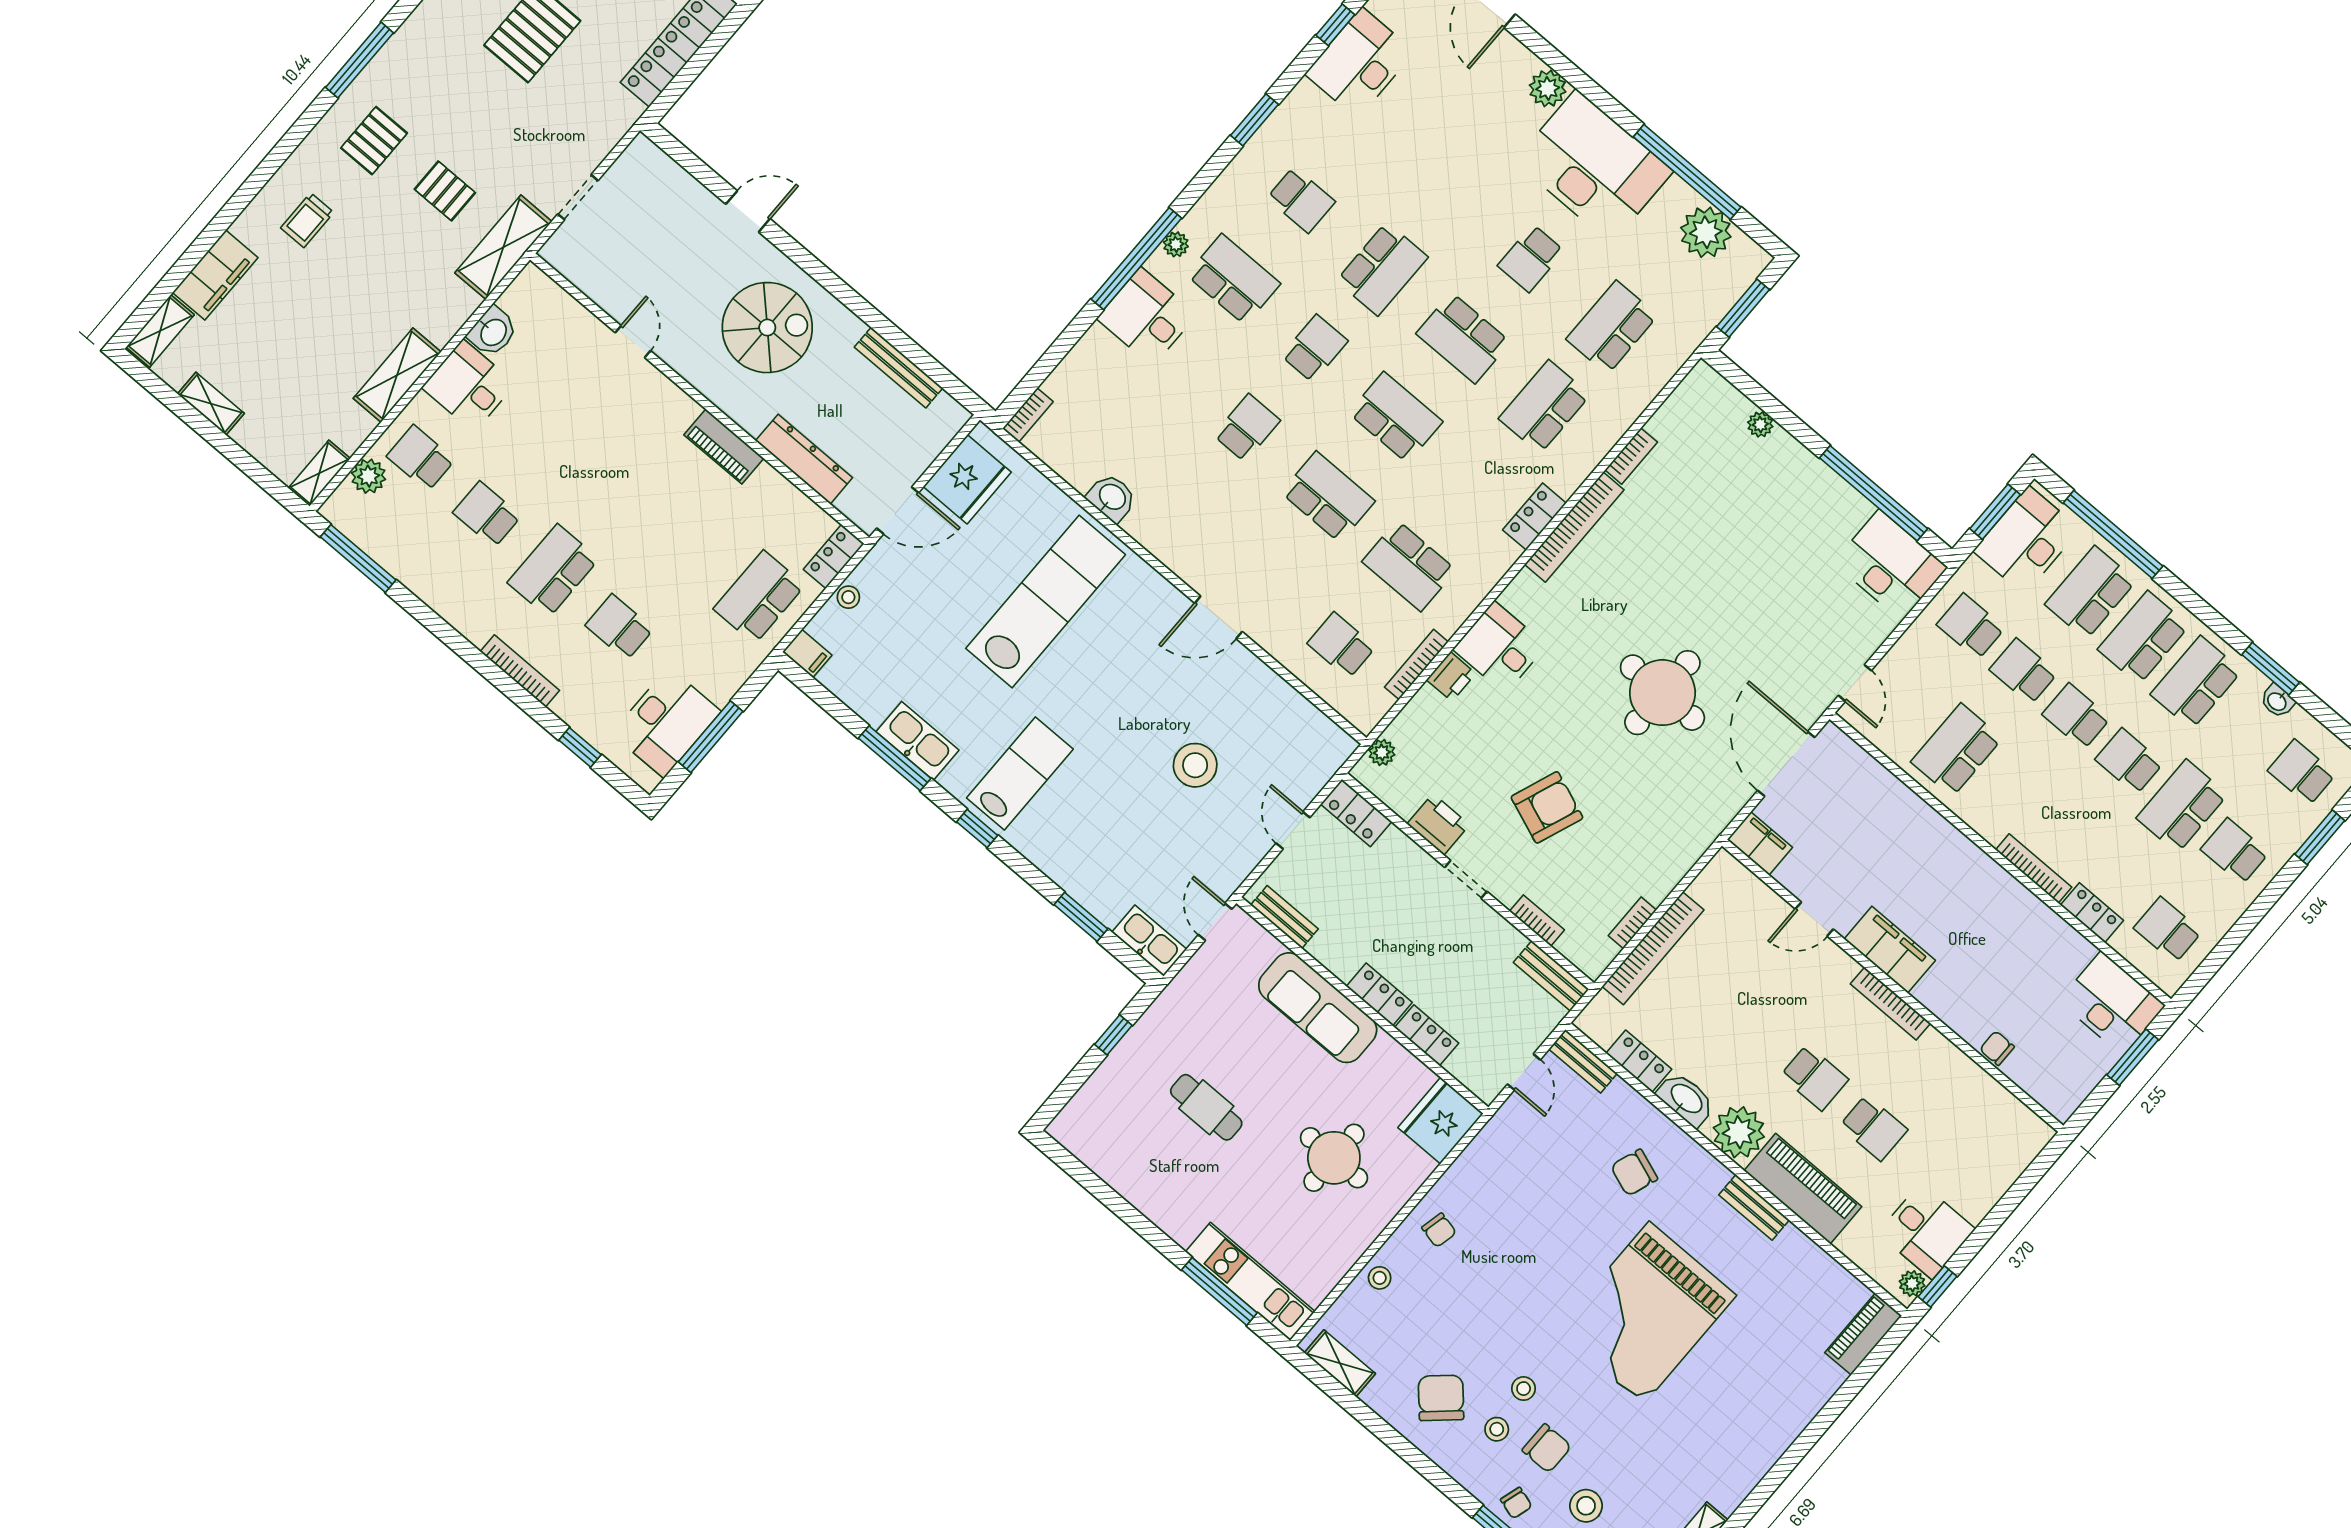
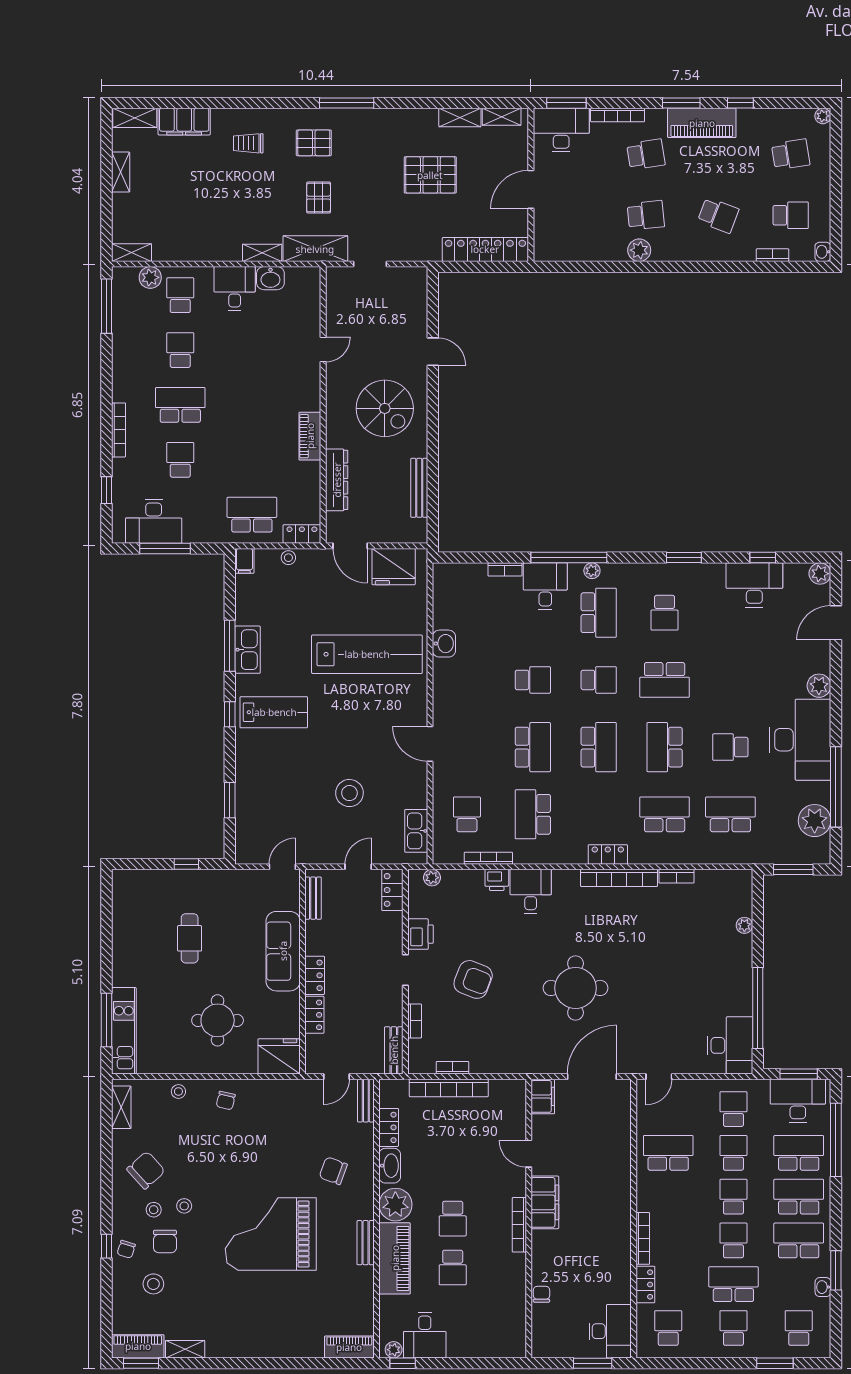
shelving: (397, 375) -> (262, 253), moved, width x0.67, depth x0.75
bookcase: (1028, 415) -> (505, 569), moved
kitchen sink: (1149, 941) -> (416, 831), moved, turned 180

